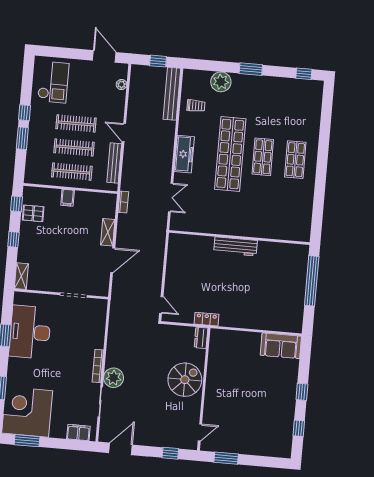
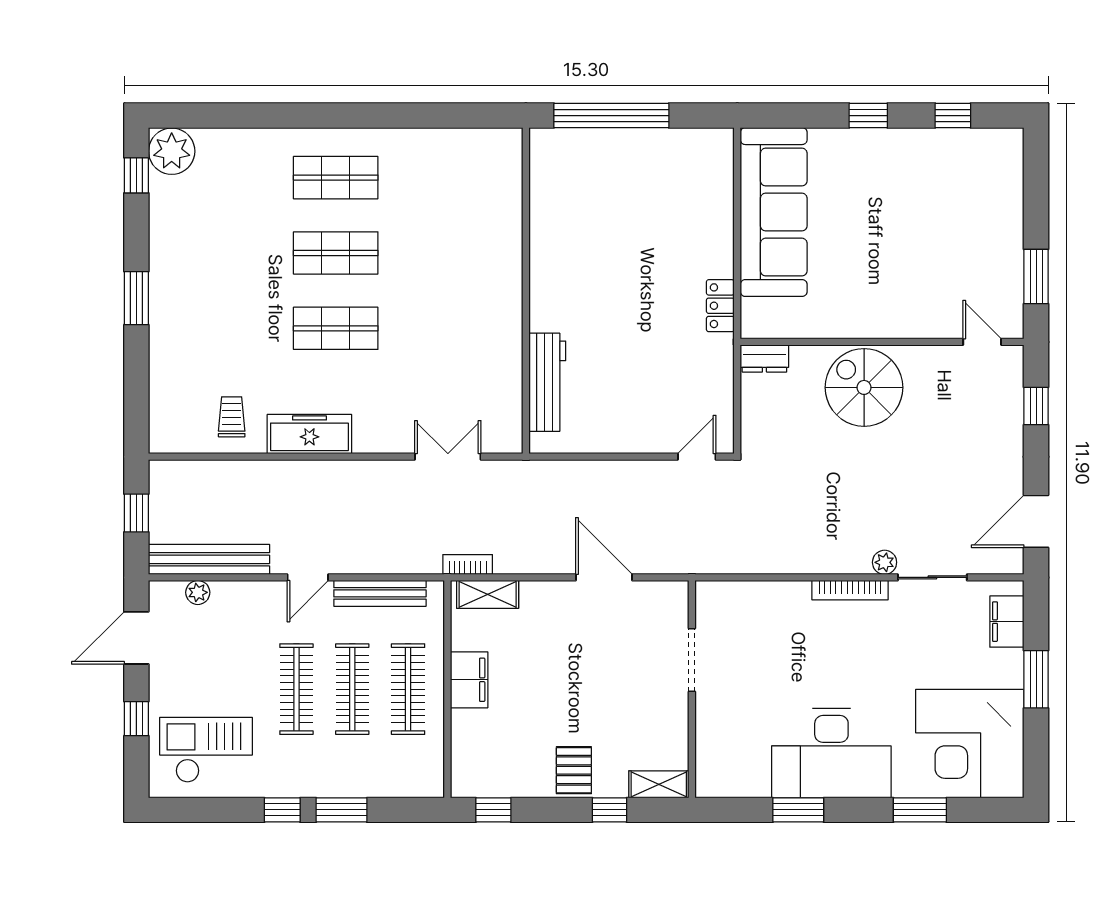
window: (69, 53) -> (136, 719), added
plant: (221, 82) -> (172, 151), moved
bench: (172, 94) -> (209, 559), moved
freezer: (184, 154) -> (309, 434), moved
shop shelf: (230, 154) -> (336, 328), width x0.50, depth x0.74
filing cabinet: (68, 198) -> (469, 680), width x2.00
pallet: (33, 213) -> (574, 770), moved
shelving: (108, 232) -> (488, 594), moved
window: (13, 239) -> (610, 810), moved
workbench: (235, 246) -> (547, 382), moved
locker: (207, 319) -> (720, 306), moved
desk: (30, 332) -> (831, 753), moved
sofa: (281, 346) -> (774, 212), width x1.85, depth x1.27
plant: (114, 378) -> (885, 562), width x0.53, depth x0.53
window: (27, 441) -> (1036, 679), moved
door: (121, 449) -> (1036, 521), hinge flipped

